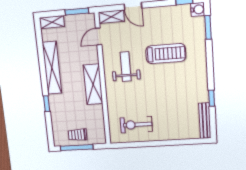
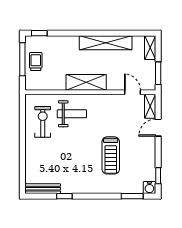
weight bench: (126, 67) -> (72, 114), moved
window: (47, 104) -> (39, 33), moved

